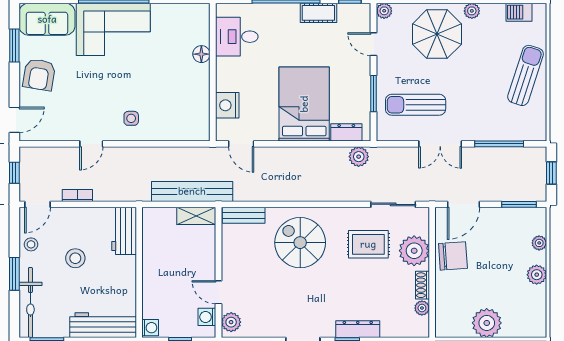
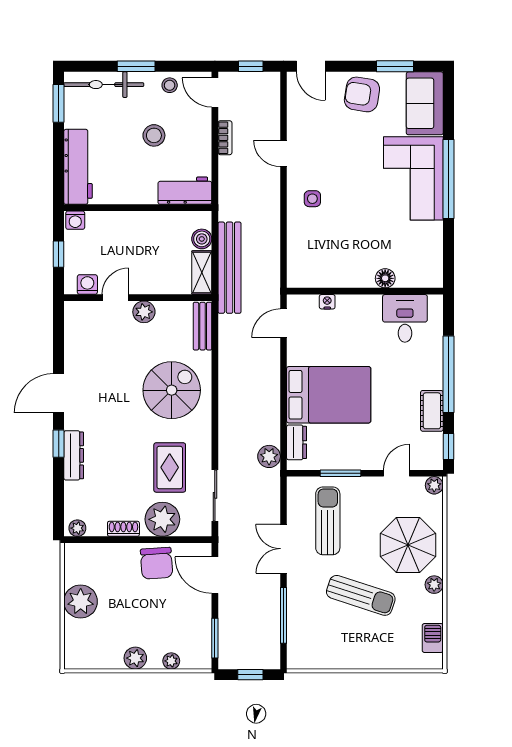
sun lounger: (526, 75) -> (361, 595), moved
nightstand: (227, 105) -> (327, 302), width x0.53, depth x0.56
boiler: (167, 216) -> (202, 239), added
plant: (422, 308) -> (77, 528), moved
plant: (231, 322) -> (144, 312), moved

